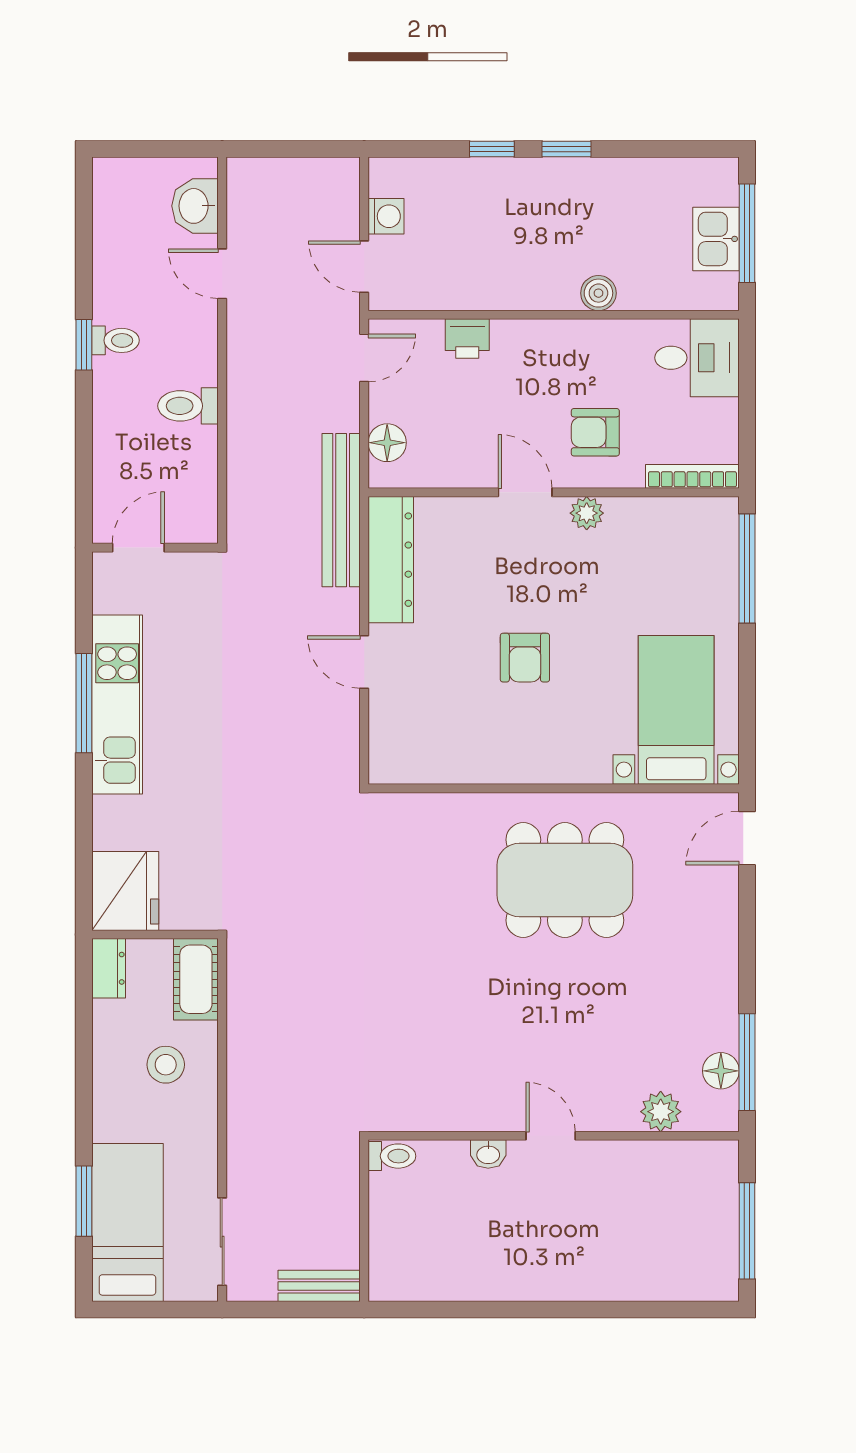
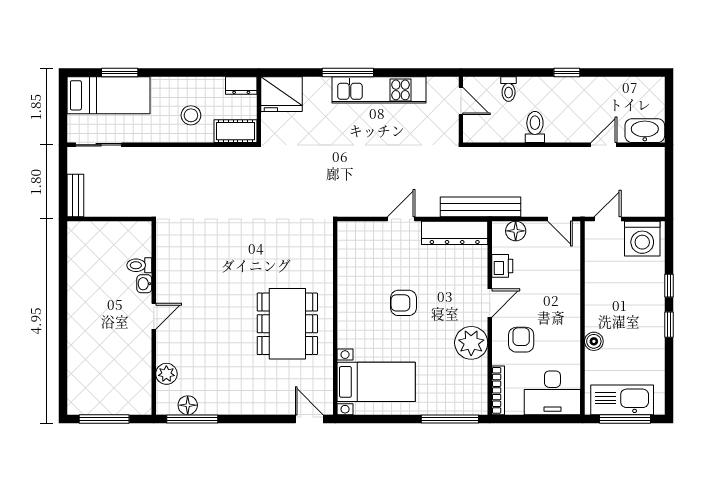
washbasin: (195, 206) -> (645, 131), width x1.38
washing machine: (386, 216) -> (642, 239), width x1.89, depth x1.89
kitchen sink: (716, 239) -> (622, 400), width x1.88, depth x1.24
printer: (467, 339) -> (502, 266), moved, turned 180
toilet: (115, 340) -> (509, 89), moved
desk: (697, 358) -> (552, 393), width x1.37
plant: (587, 513) -> (471, 343), width x1.87, depth x1.87
window: (84, 703) -> (348, 73), moved
toilet: (392, 1156) -> (139, 265), moved, turned 90

